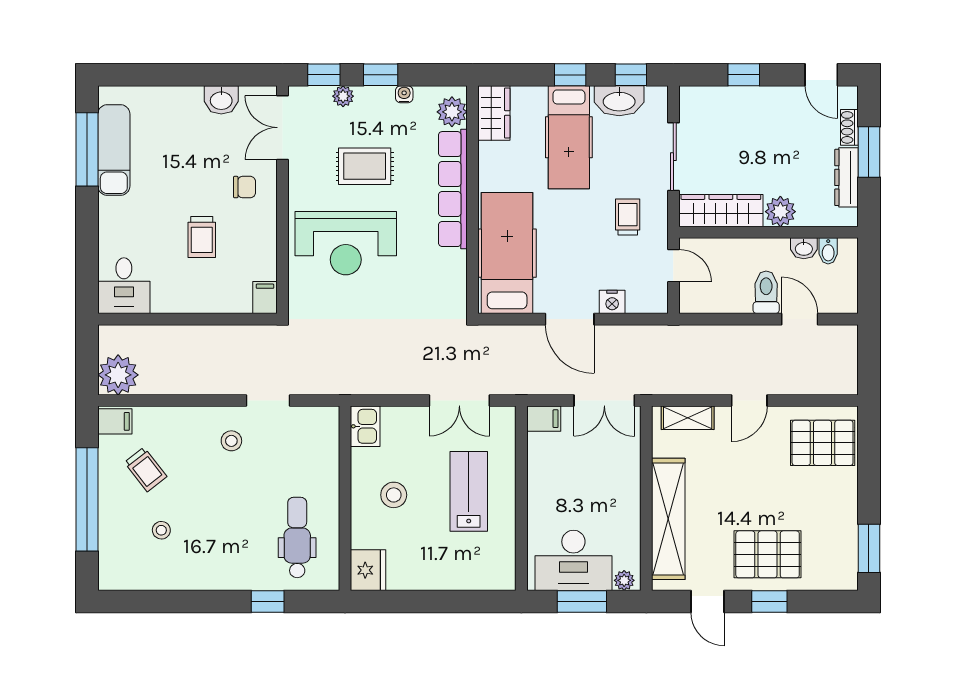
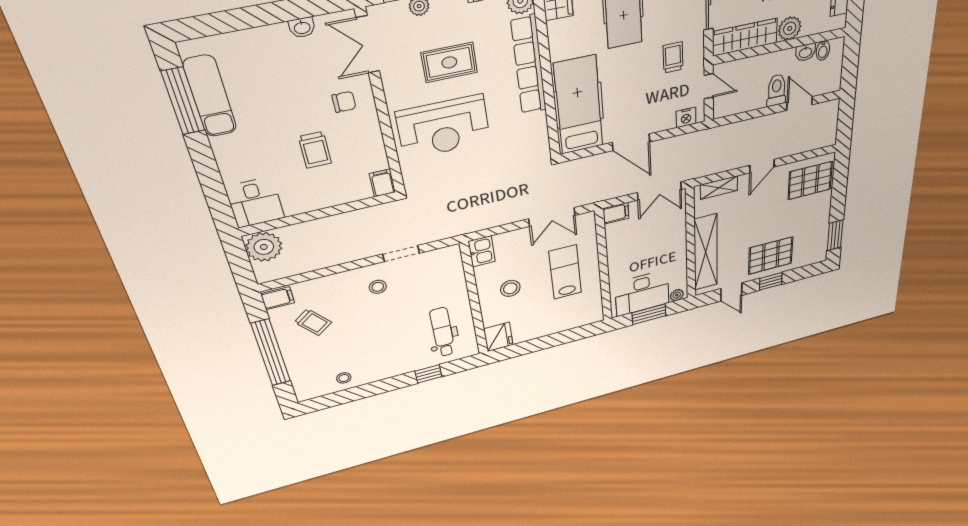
washbasin: (221, 100) -> (302, 27), width x0.72, depth x0.69
nightstand: (612, 302) -> (686, 117), moved
plant: (118, 375) -> (264, 247), moved
stool: (161, 530) -> (344, 378), moved

